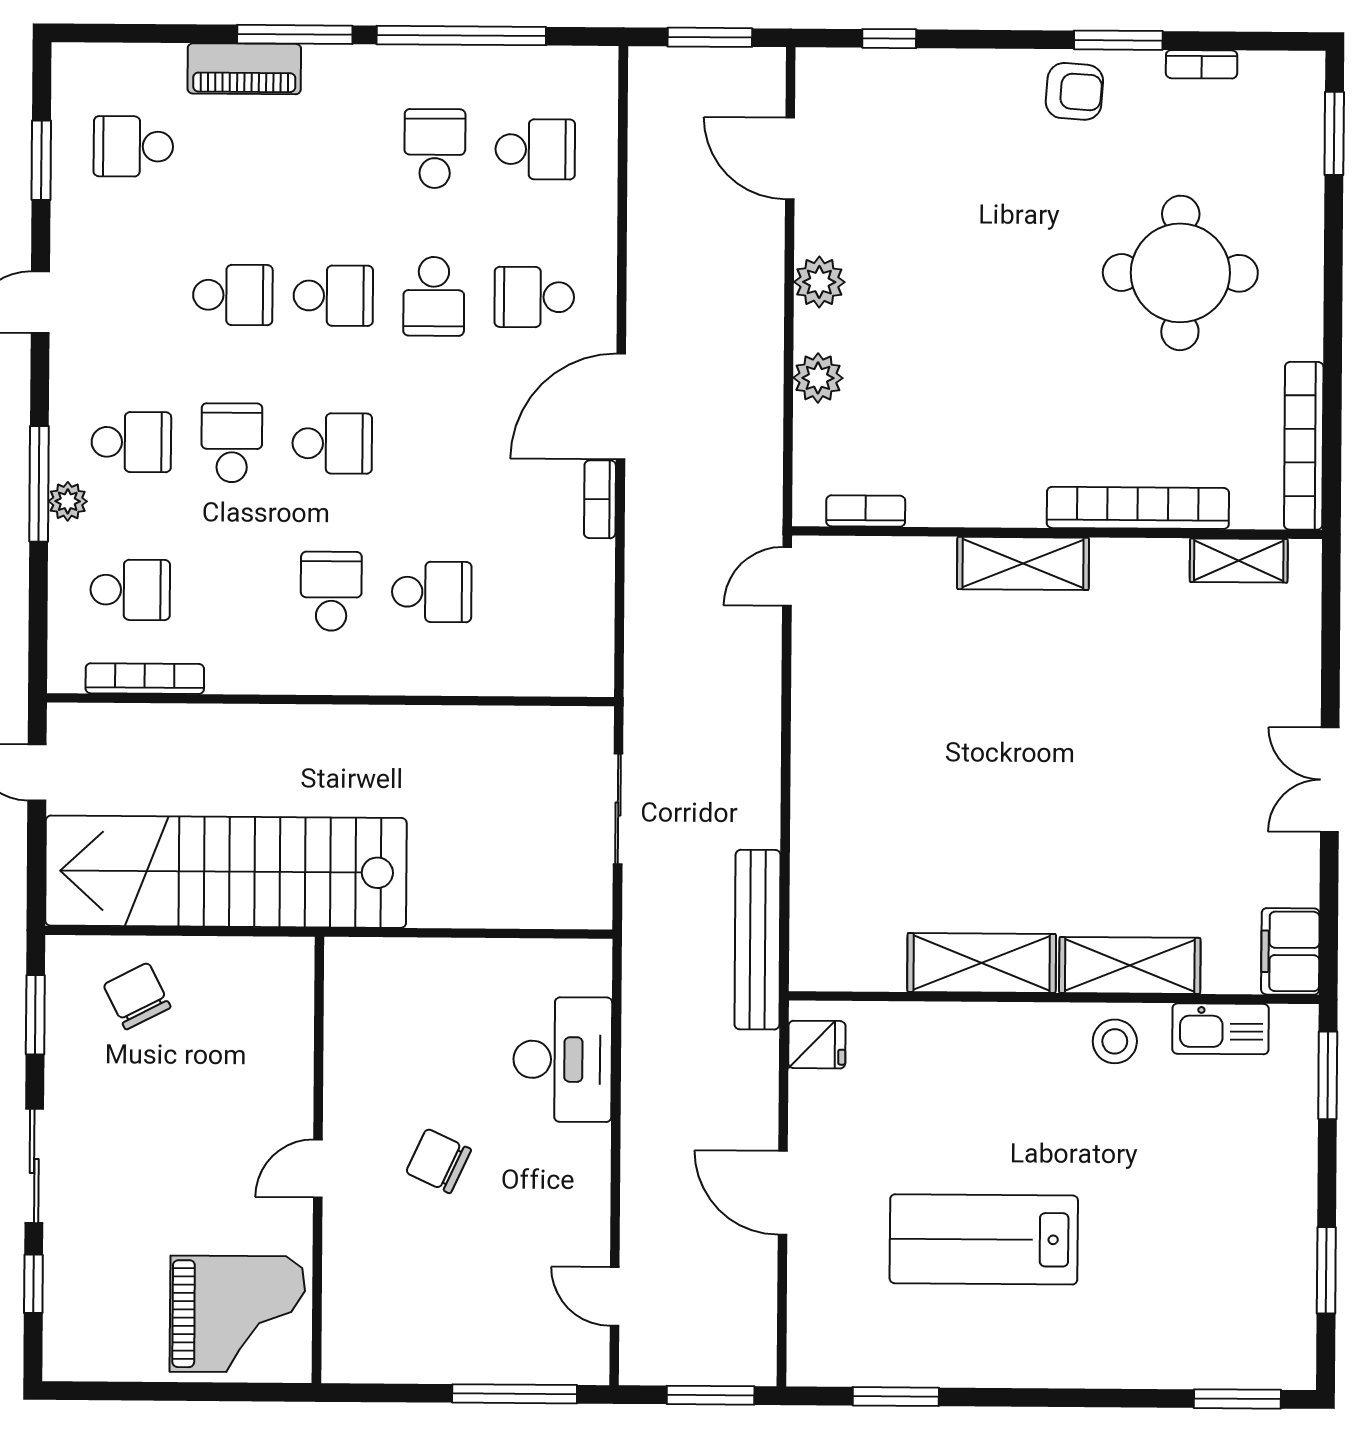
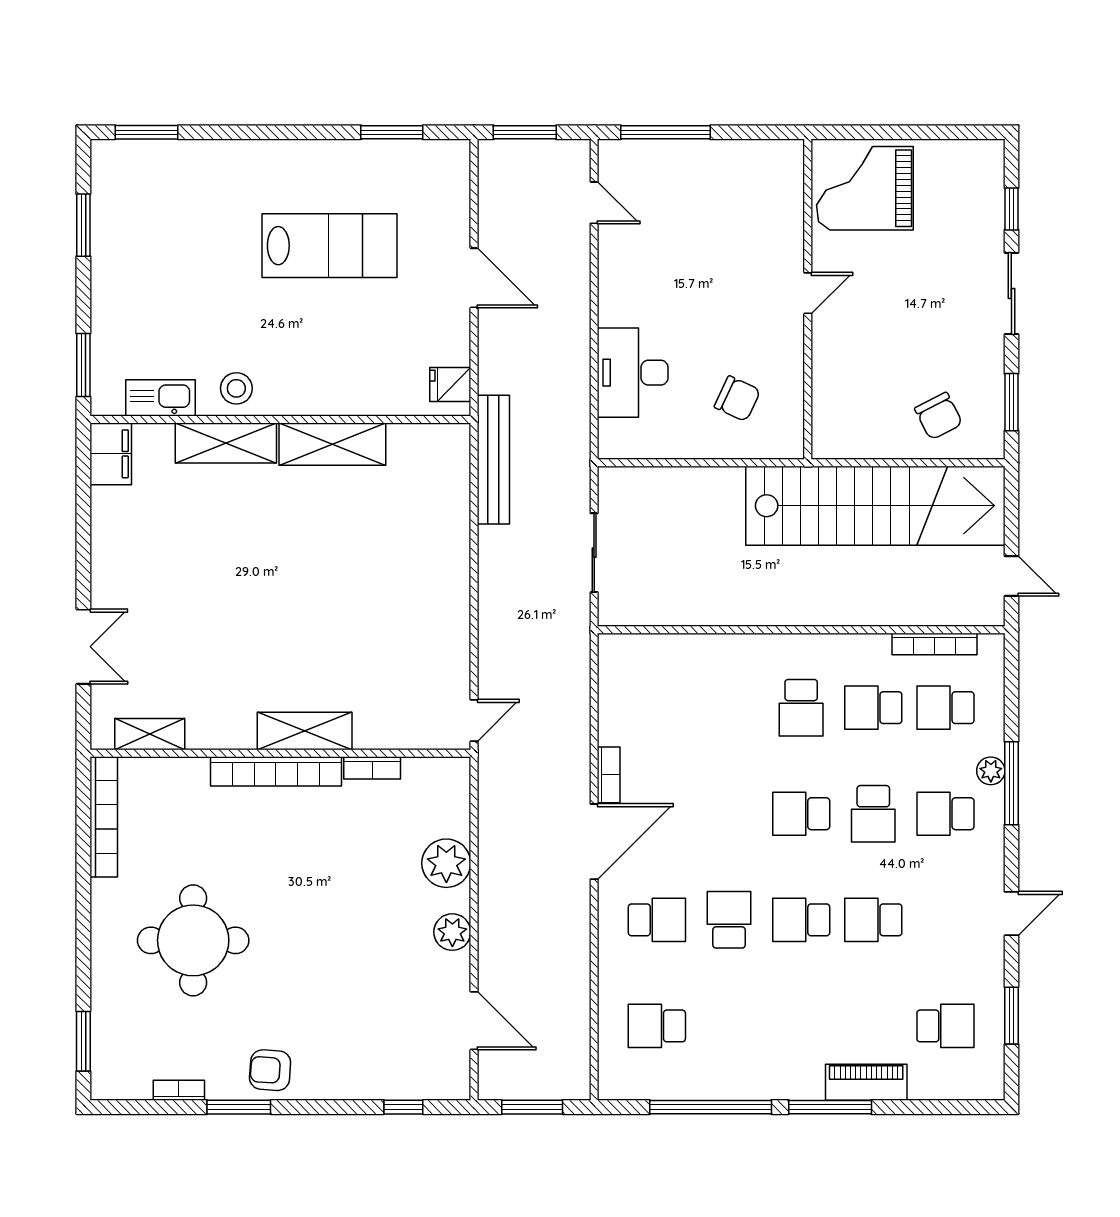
school desk: (435, 149) -> (729, 1026), removed
plant: (818, 378) -> (446, 863), width x1.36, depth x1.36
bookcase: (1138, 508) -> (276, 771), moved
bookcase: (866, 511) -> (372, 768), moved
school desk: (432, 592) -> (873, 708), moved
double door: (1330, 780) -> (83, 647), moved
chair: (439, 1161) -> (737, 399), moved

